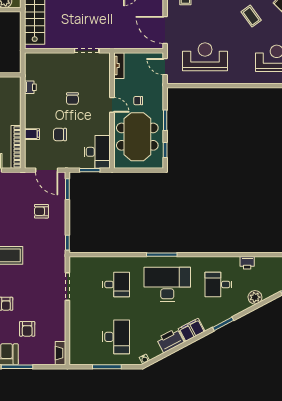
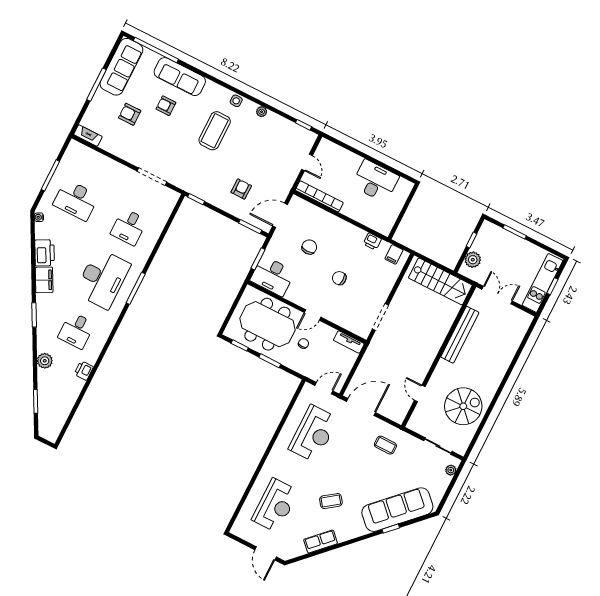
filing cabinet: (32, 134) -> (394, 254), moved
desk: (218, 284) -> (76, 330), turned 180

